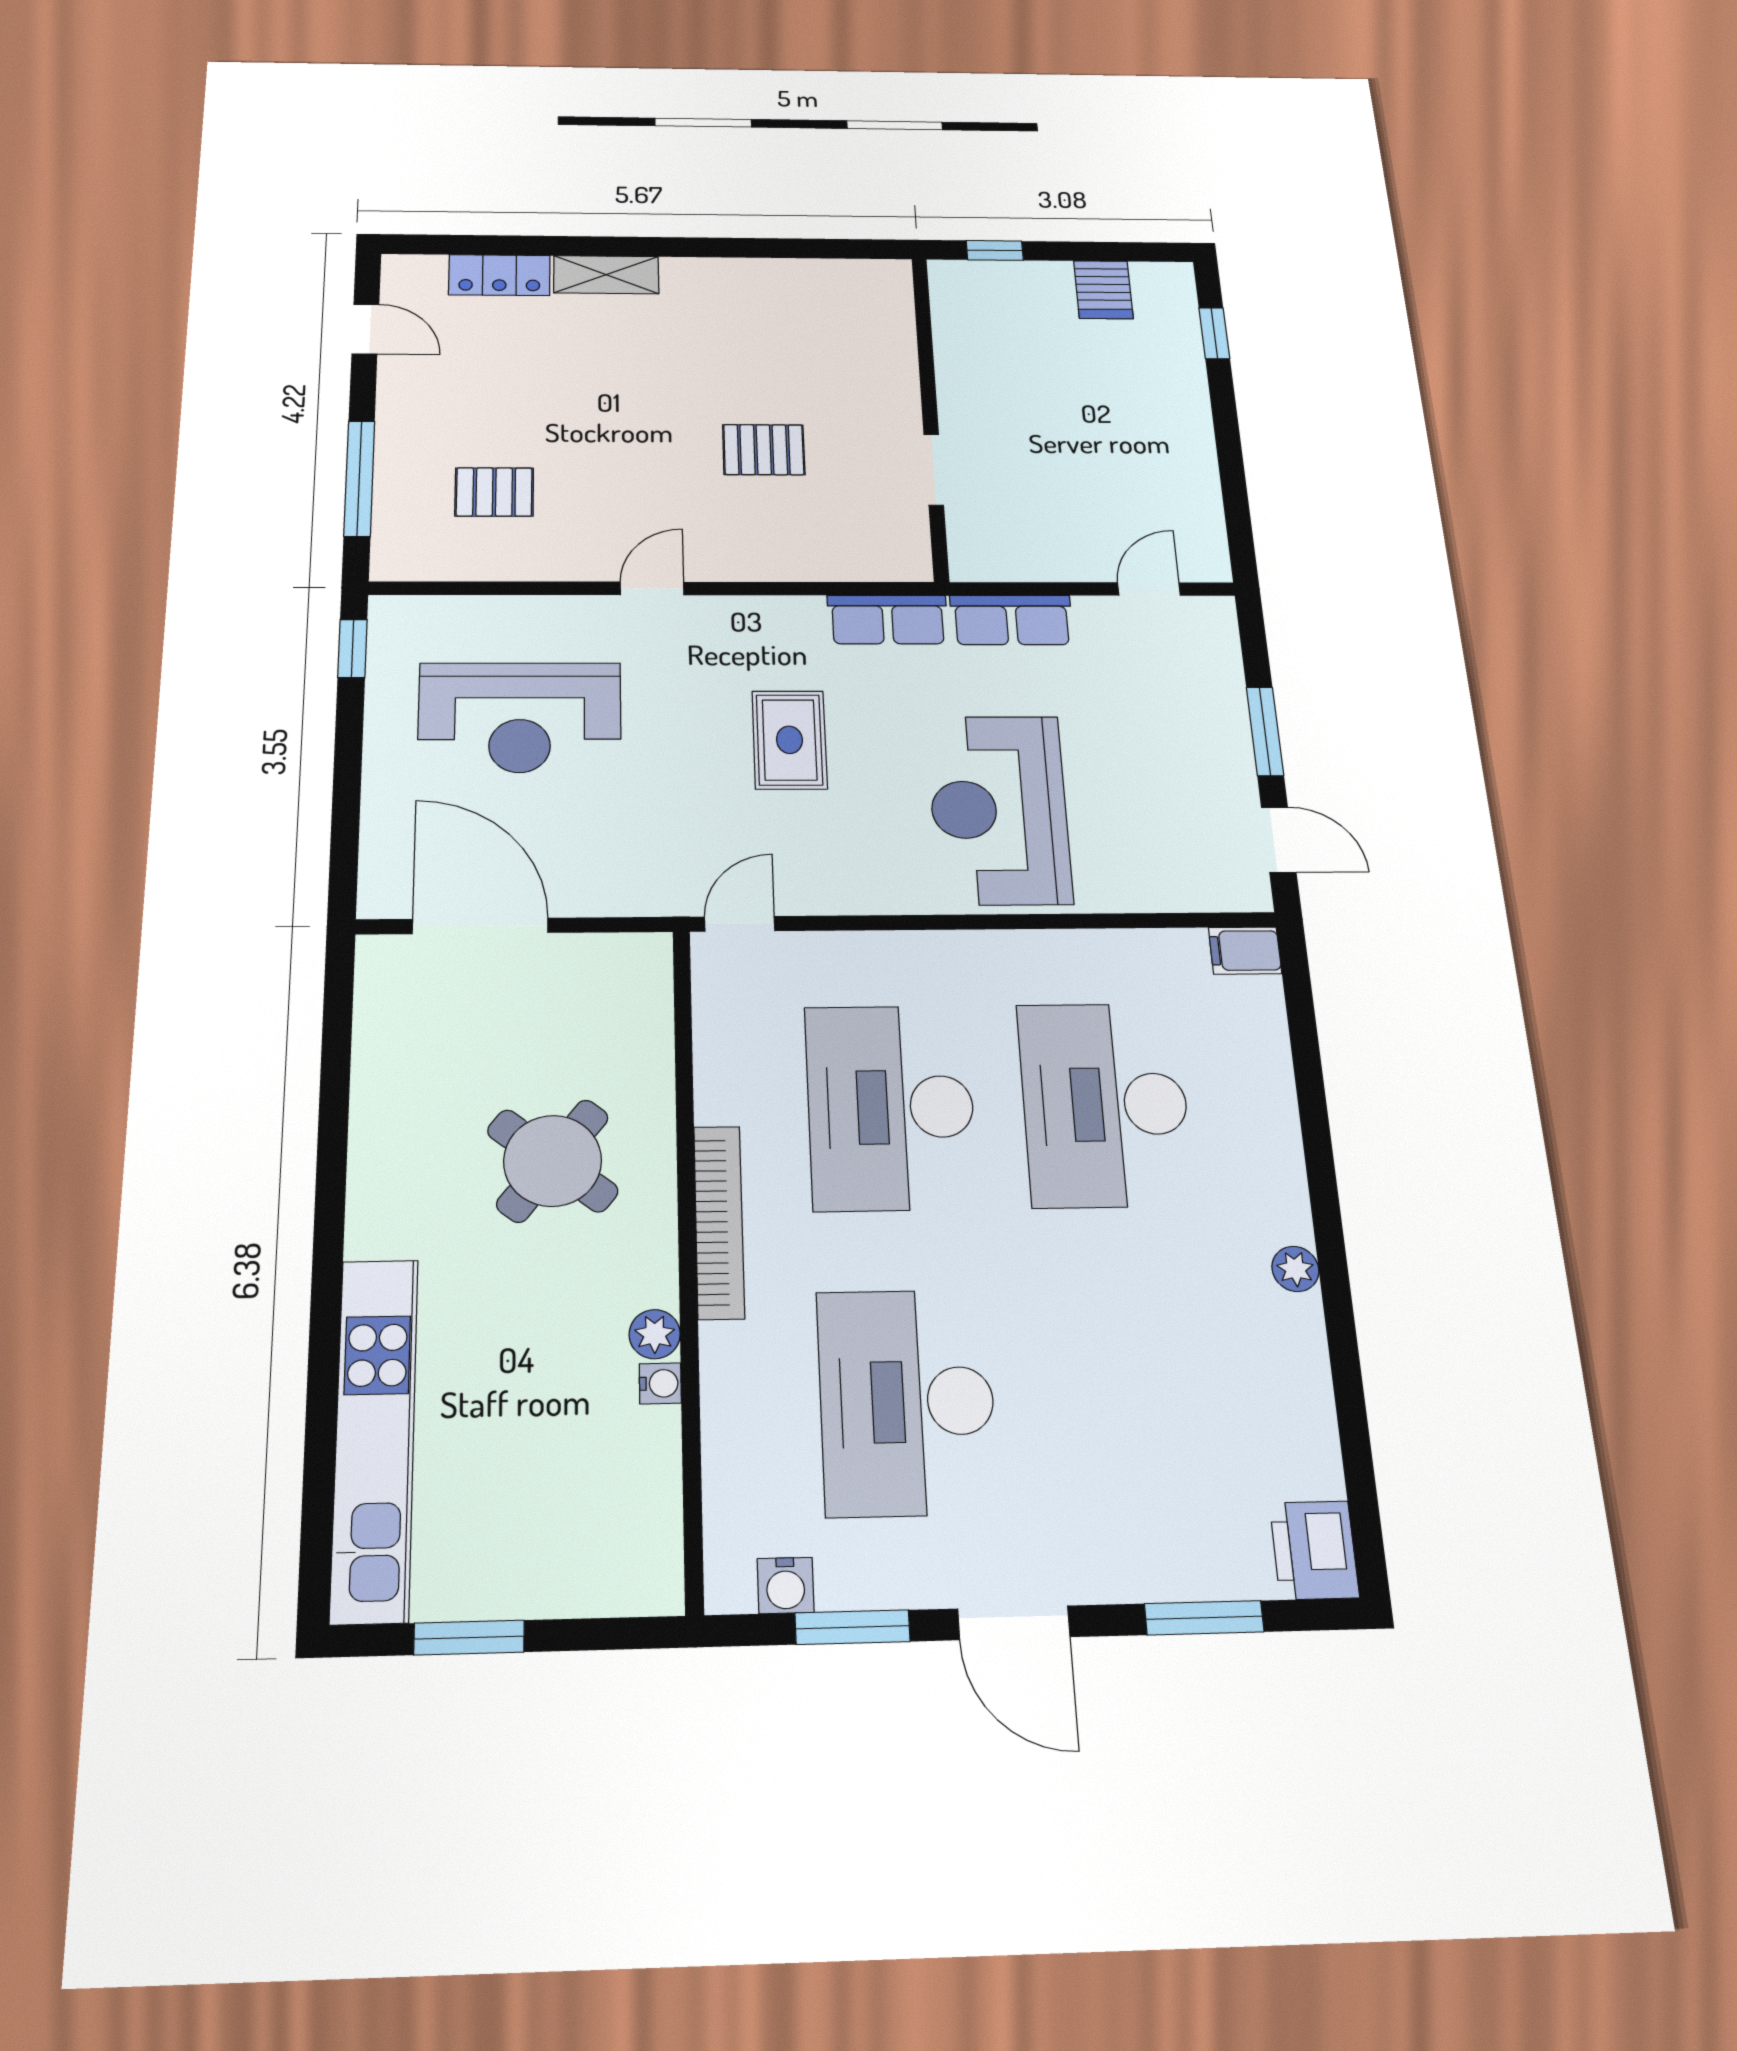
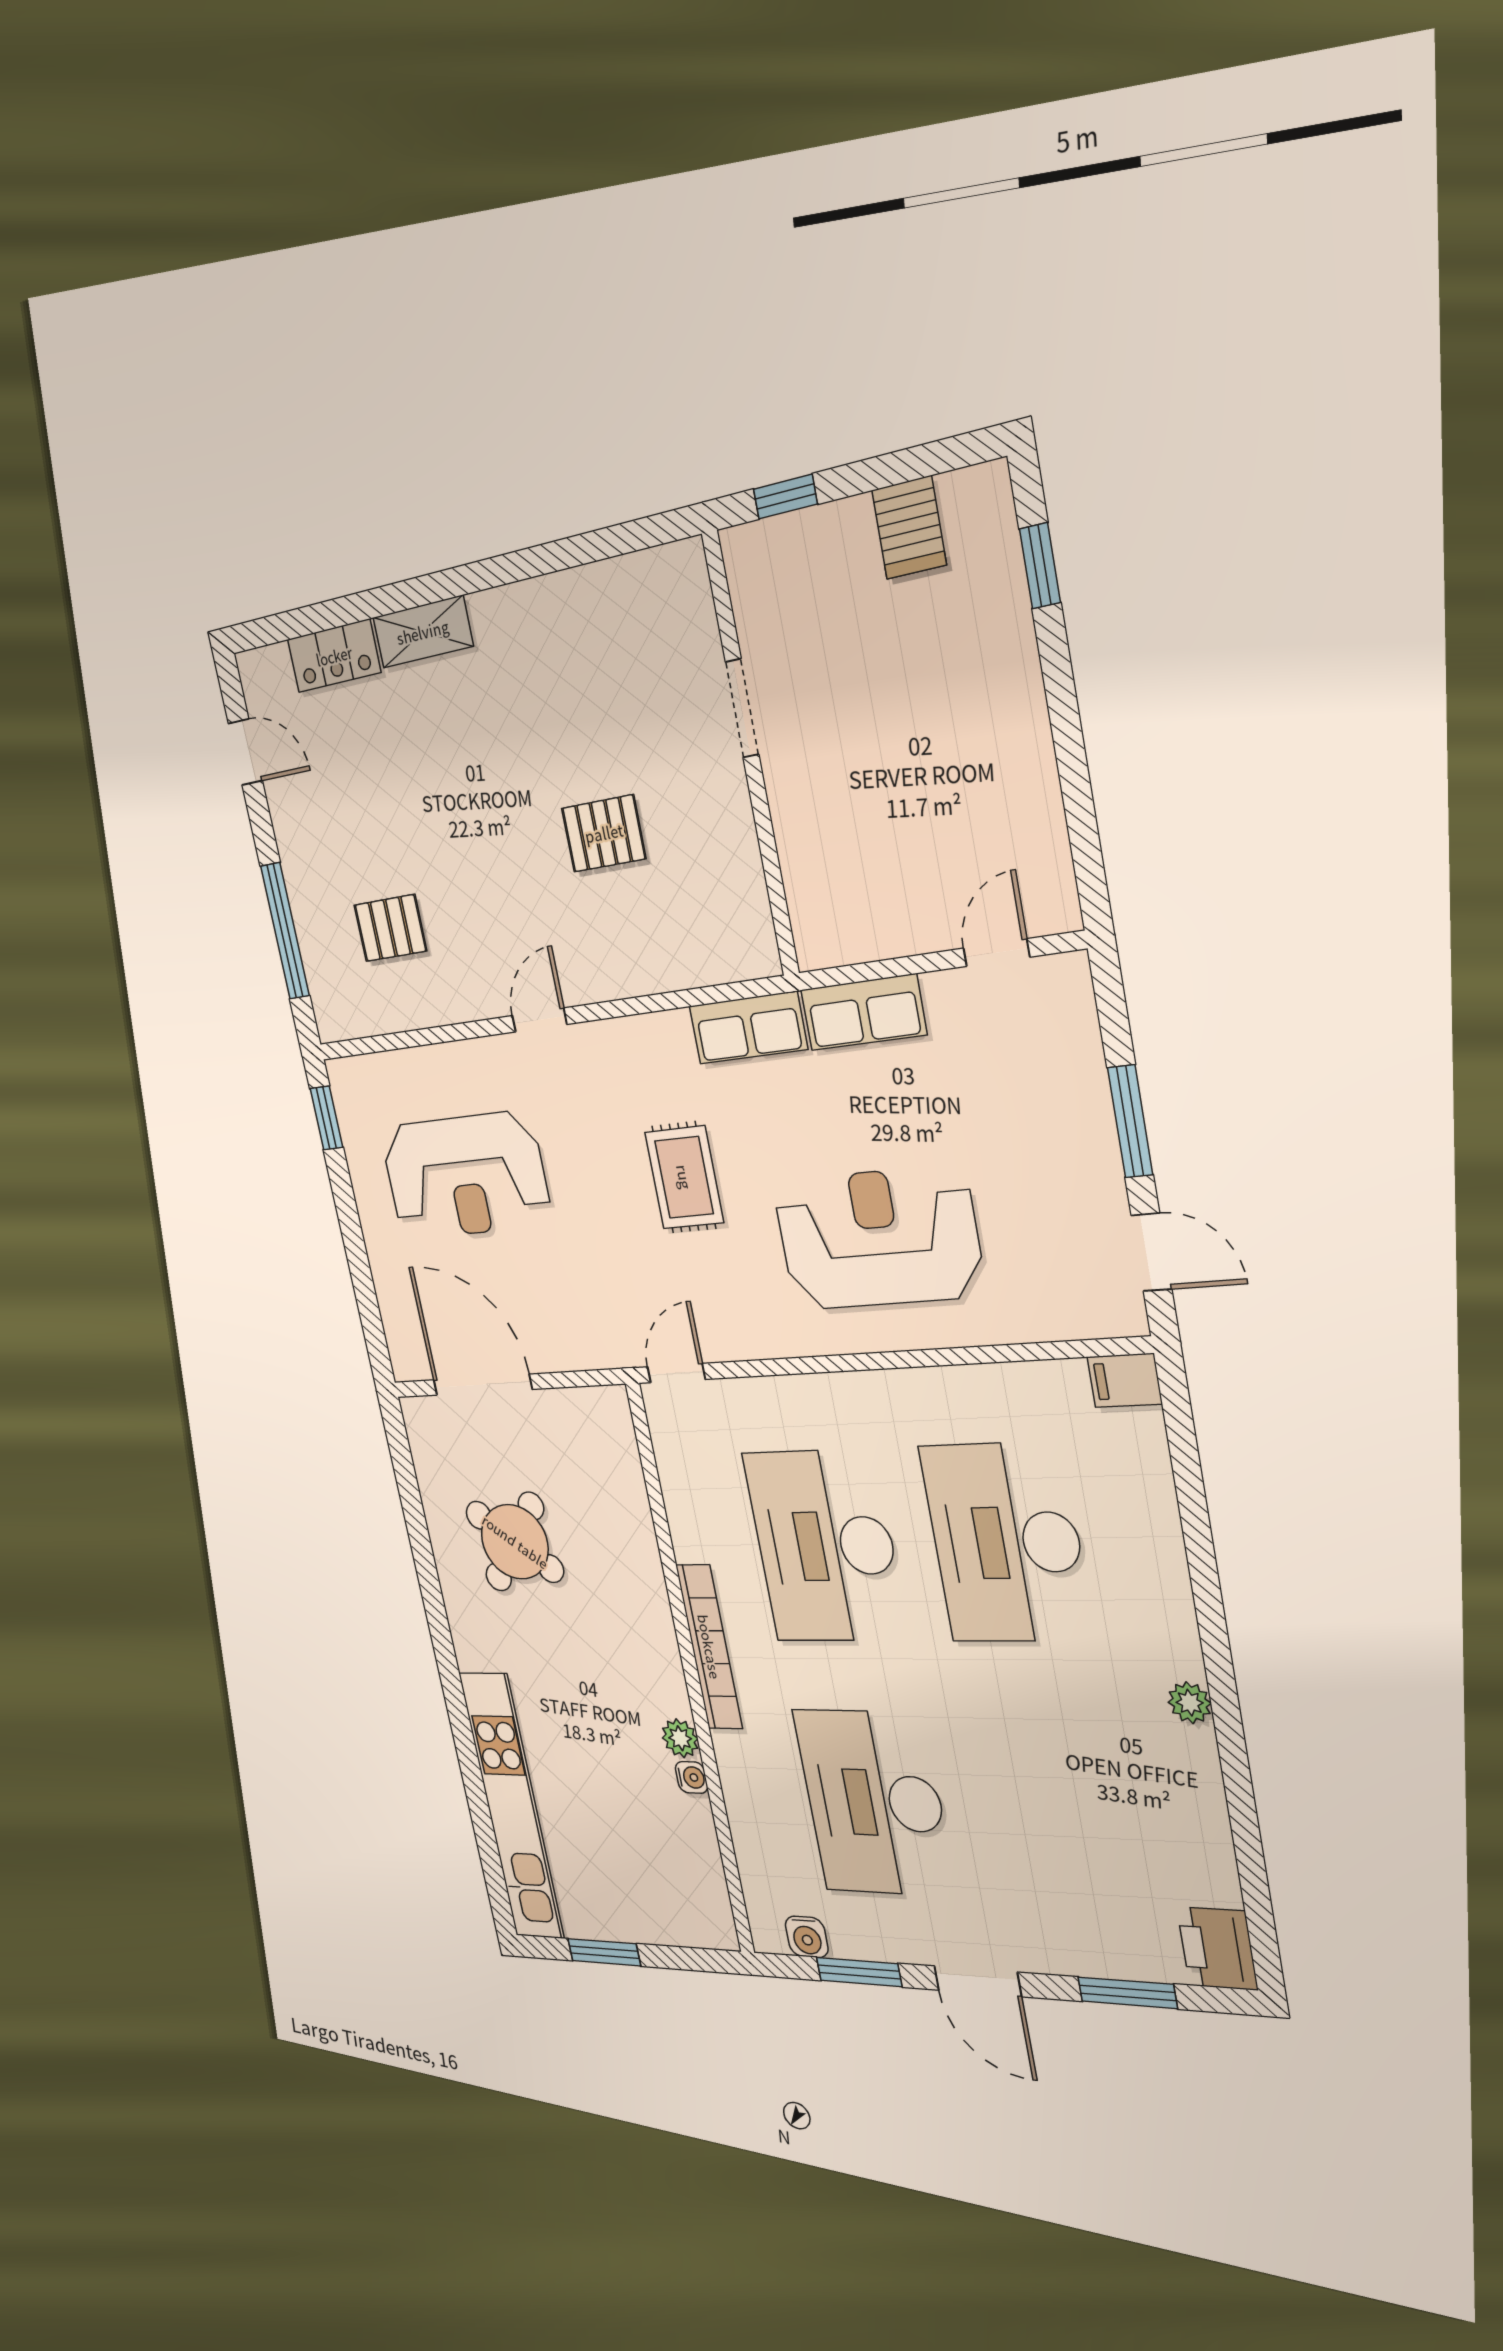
doorway: (934, 470) -> (742, 708), moved
reception desk: (999, 810) -> (878, 1238), turned 90
round table: (553, 1161) -> (515, 1542), moved

